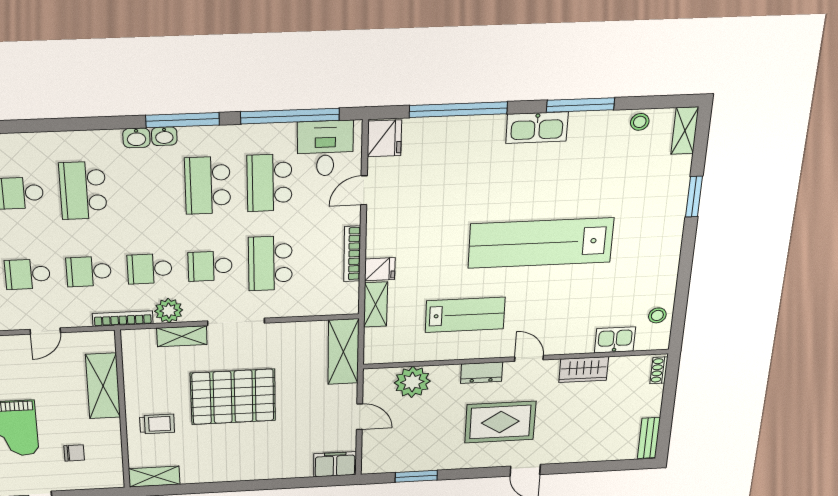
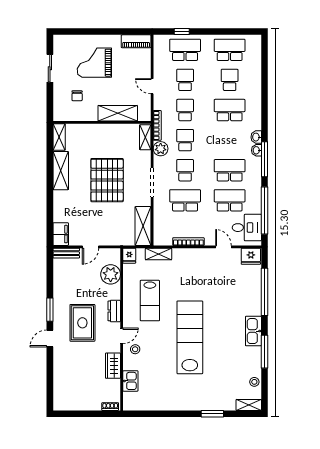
fridge: (380, 269) -> (129, 256), moved
stool: (657, 315) -> (135, 349), moved
shelving: (182, 336) -> (145, 137), moved
shelving: (343, 352) -> (143, 226), moved, turned 90
trolley: (157, 424) -> (93, 140), removed
bench: (649, 438) -> (66, 253), moved
shelving: (217, 471) -> (61, 171), added
window: (416, 476) -> (50, 310), moved

